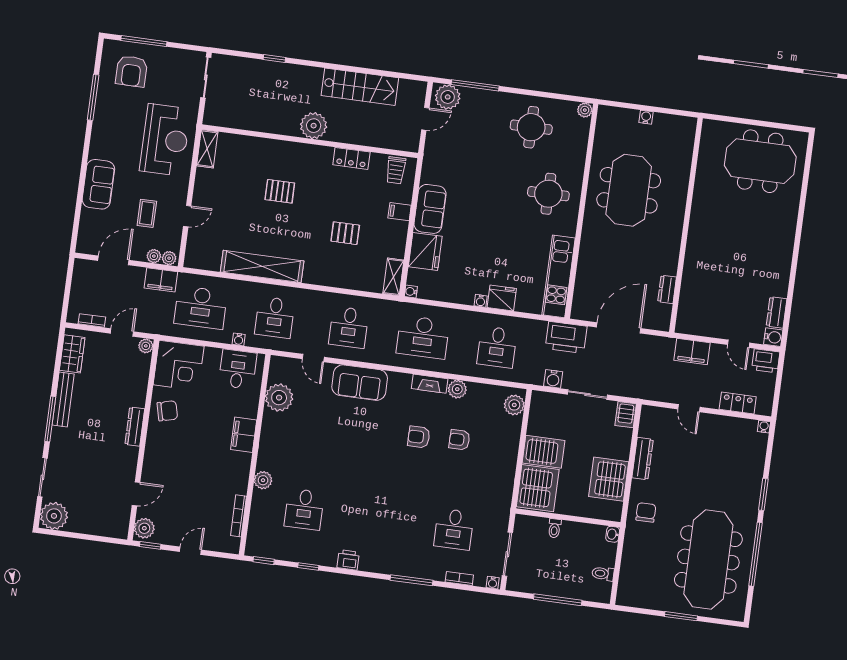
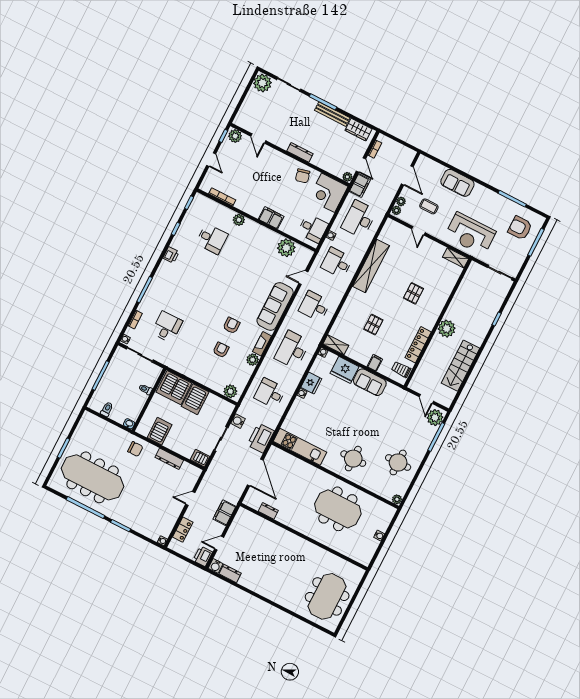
locker: (351, 158) -> (418, 345), width x1.53
filing cabinet: (161, 280) -> (360, 186), moved, turned 180
fridge: (502, 298) -> (311, 383), moved
sofa: (360, 383) -> (275, 306), width x1.36
server rack: (609, 479) -> (160, 431), width x0.62
desk: (304, 509) -> (212, 239), turned 180
desk: (454, 529) -> (167, 327), turned 90

